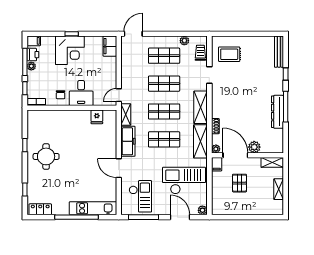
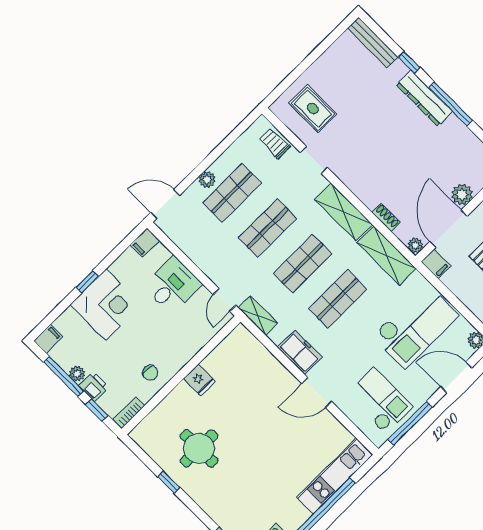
door: (133, 34) -> (165, 204), hinge flipped
plant: (184, 41) -> (207, 180), moved
filing cabinet: (110, 46) -> (145, 243), width x0.50
rug: (229, 54) -> (313, 109), turned 90
printer: (33, 55) -> (94, 386), moved
desk: (81, 93) -> (173, 285), moved, turned -90
dresser: (277, 112) -> (424, 98), moved
fridge: (97, 117) -> (199, 380), moved
freezer: (128, 141) -> (300, 352), width x0.71
door: (235, 155) -> (448, 229), hinge flipped
round table: (46, 156) -> (199, 448), moved
checkout: (184, 181) -> (415, 326), turned 180

